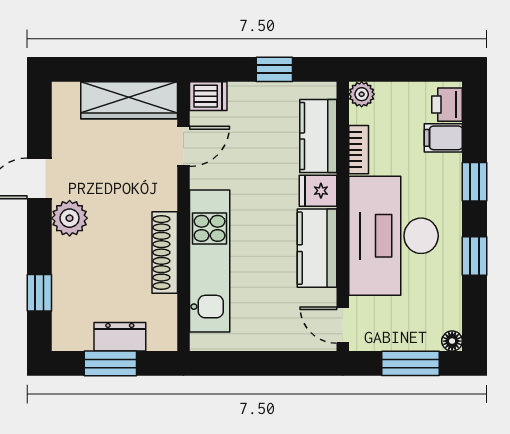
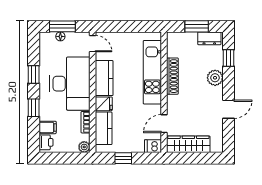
plant: (70, 218) -> (215, 78), moved
dresser: (120, 337) -> (209, 38), moved
floor lamp: (452, 341) -> (60, 36), moved

